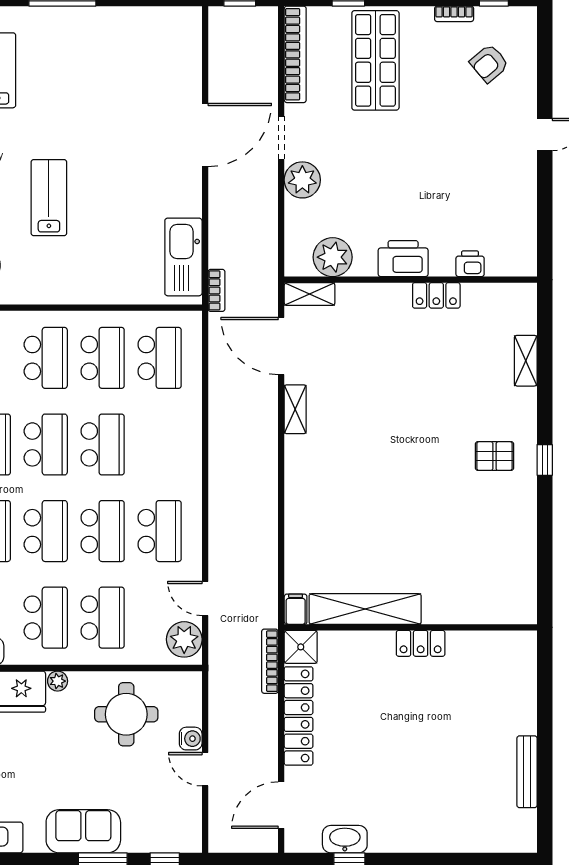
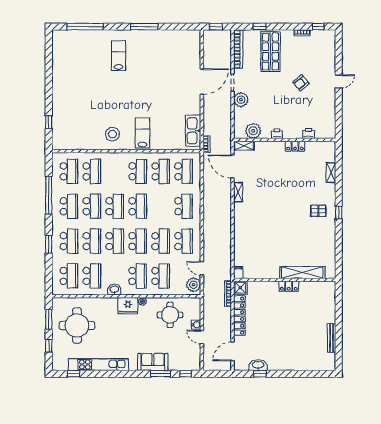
armchair: (489, 63) -> (301, 83), moved
lab bench: (49, 198) -> (142, 133), moved
printer: (403, 259) -> (277, 134), width x0.53, depth x0.68
school desk: (103, 444) -> (184, 206), moved
shelving: (365, 609) -> (302, 273), moved

